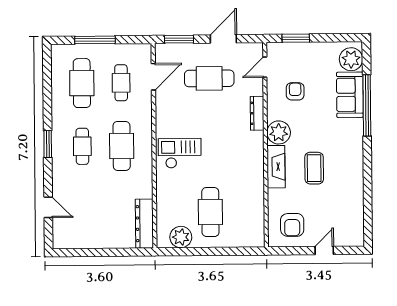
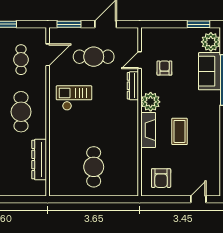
window: (296, 38) -> (198, 24), moved
door: (265, 67) -> (140, 60), moved
checkout: (180, 153) -> (74, 98), moved
dresser: (144, 224) -> (39, 160), moved
plant: (181, 237) -> (69, 187), removed
door: (324, 250) -> (198, 199), moved

